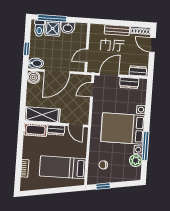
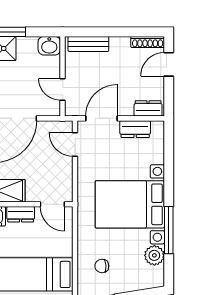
washbasin: (68, 28) -> (49, 46), moved
bench: (117, 30) -> (88, 44), moved
door: (152, 45) -> (169, 64), hinge flipped
door: (87, 56) -> (63, 89), hinge flipped
door: (92, 90) -> (75, 145), hinge flipped

